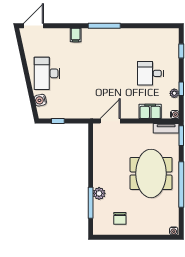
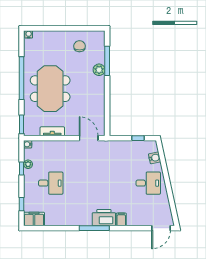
printer: (94, 37) -> (104, 218), added
desk: (47, 73) -> (148, 183), width x0.73
filing cabinet: (150, 111) -> (34, 219), moved, turned 180
door: (110, 121) -> (89, 138), swing flipped
tv unit: (166, 128) -> (52, 131), moved

